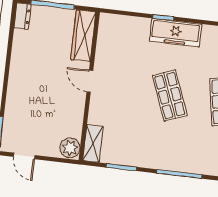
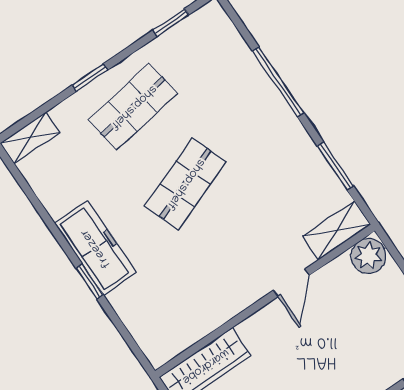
door: (90, 81) -> (292, 283), moved

